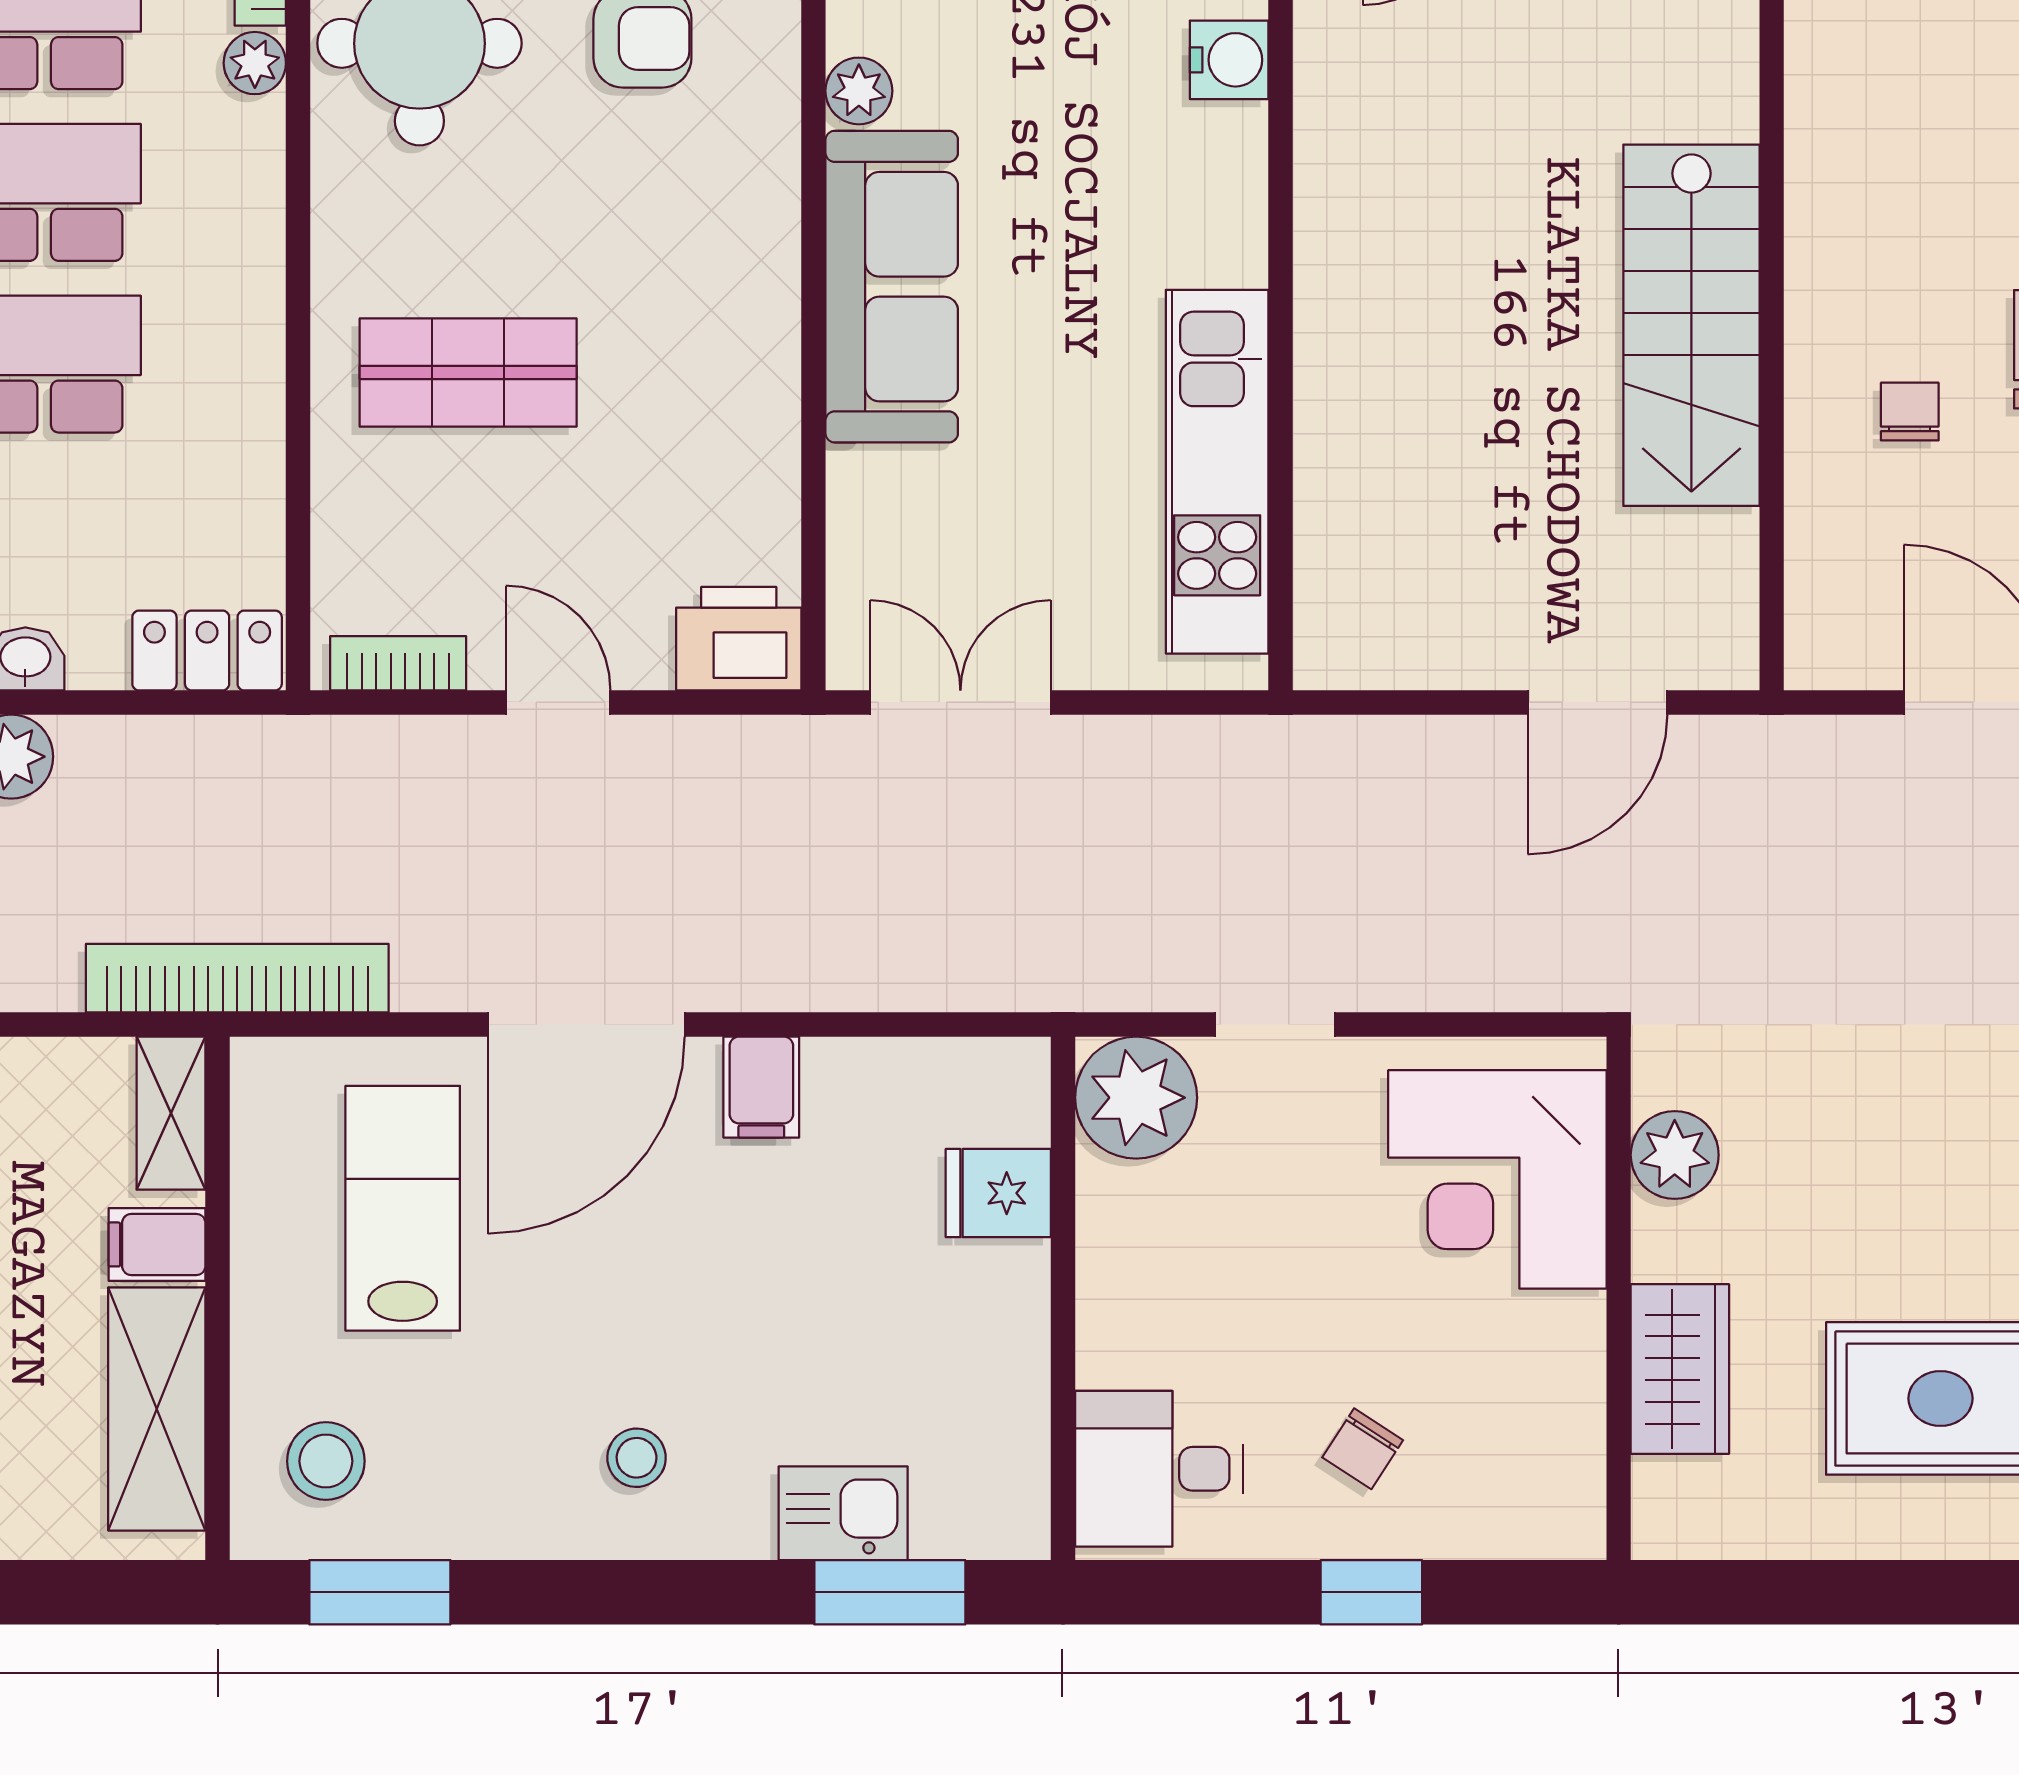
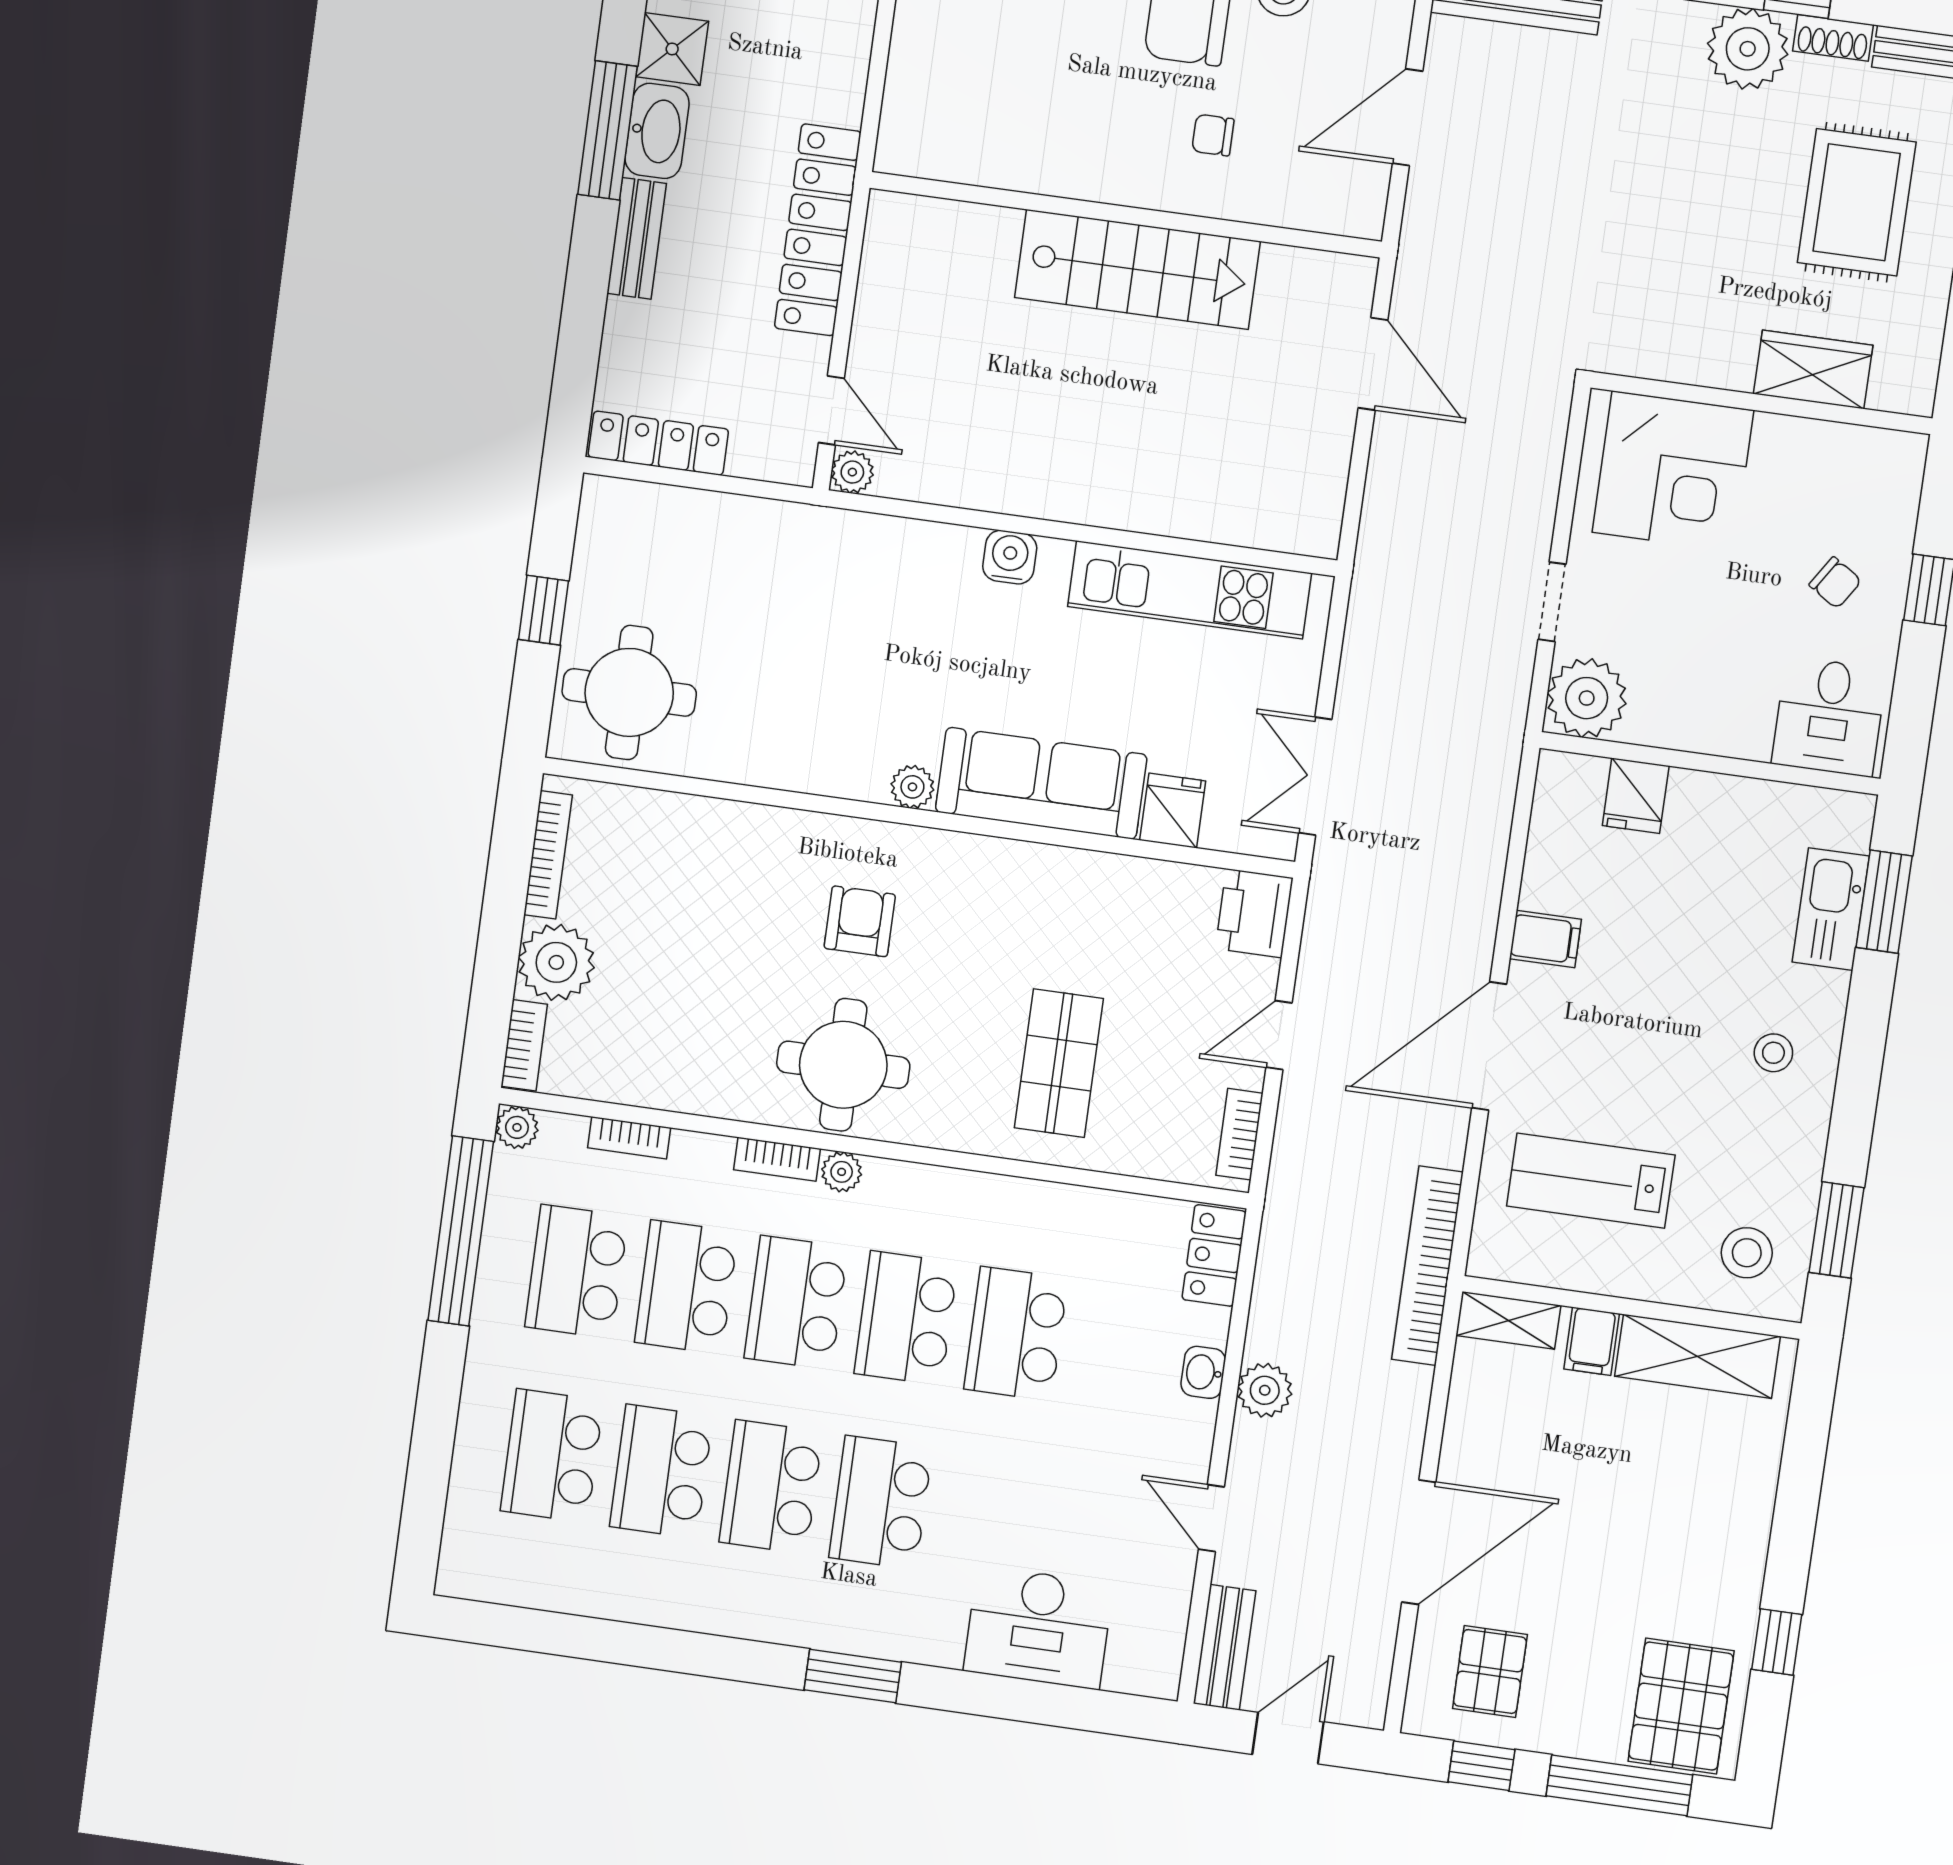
water cooler: (1229, 60) -> (1010, 557), moved
fridge: (878, 493) -> (1173, 811), added
door: (586, 1025) -> (1489, 1046), swing flipped
plant: (1675, 1155) -> (1674, 354), removed
kitchen sink: (843, 1513) -> (1831, 909), width x1.38

